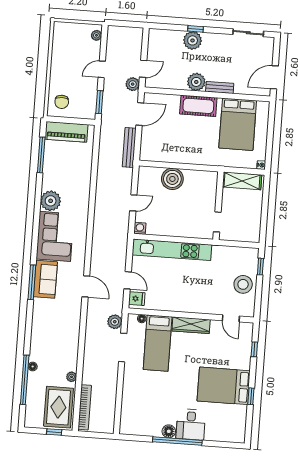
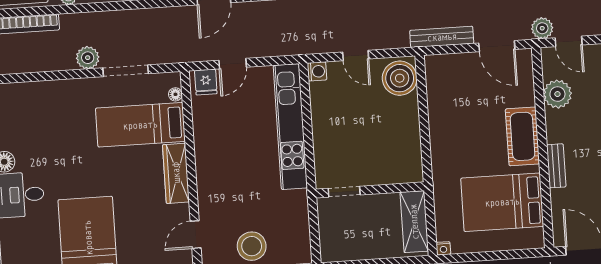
plant: (196, 82) -> (557, 94), moved
boiler: (172, 179) -> (400, 78), moved
plant: (115, 322) -> (88, 58), moved

